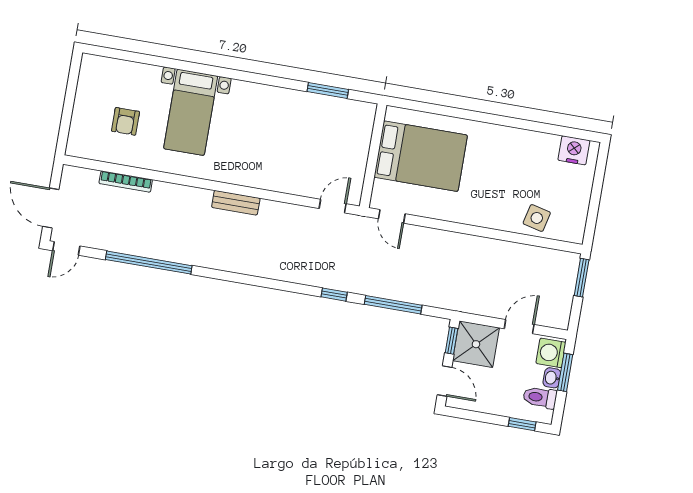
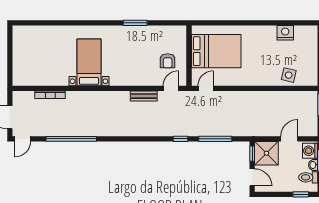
window: (328, 90) -> (135, 23), moved
bed with nightstands: (191, 112) -> (89, 62), moved, turned 180
armchair: (125, 121) -> (168, 61), moved
nightstand: (574, 150) -> (285, 33), moved
bench: (236, 203) -> (144, 96), moved
door: (392, 216) -> (206, 88), swing flipped

